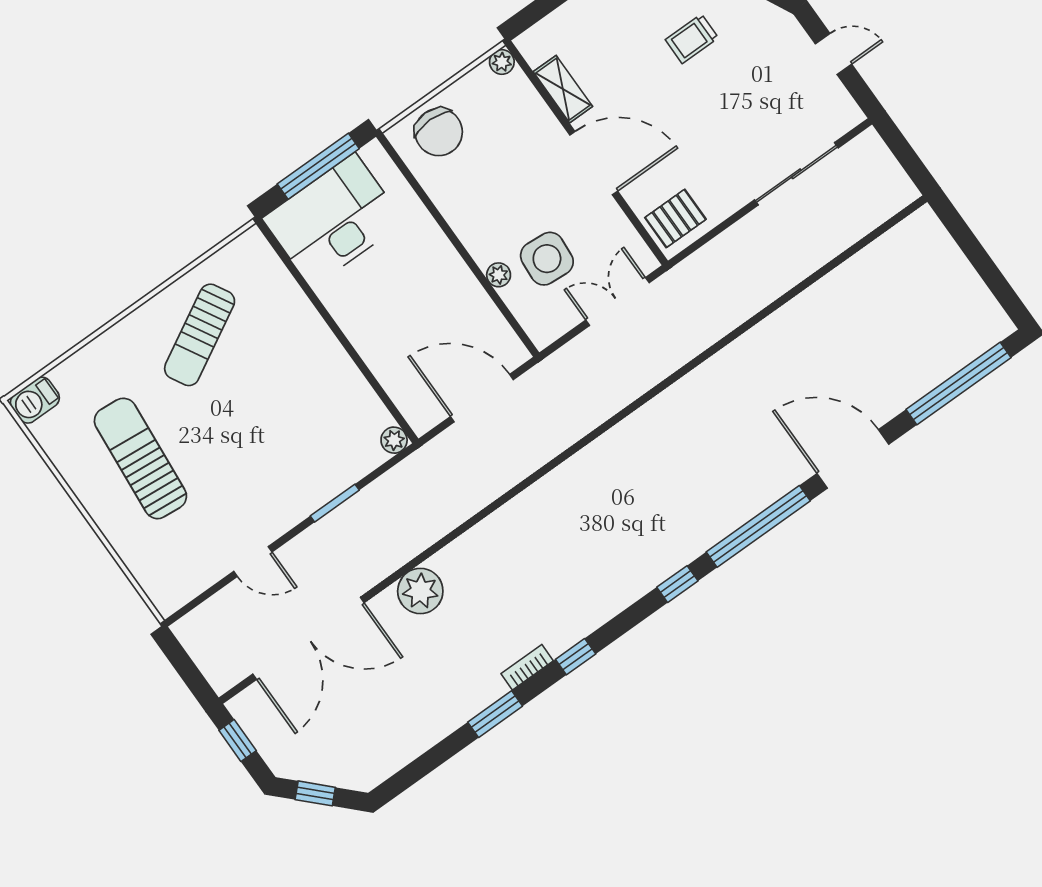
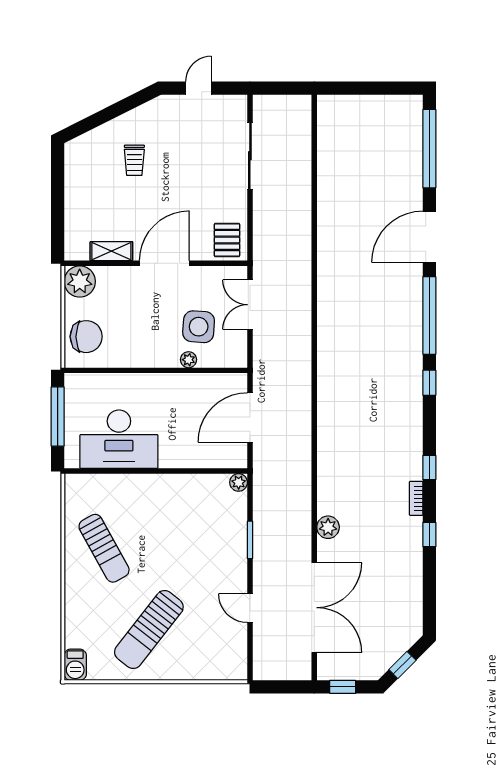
plant: (502, 62) -> (80, 281), width x1.87, depth x1.87
desk: (333, 220) -> (119, 439), moved, turned -90
sun lounger: (140, 458) -> (149, 630), turned -57
door: (253, 562) -> (250, 608), swing flipped
plant: (420, 591) -> (328, 527), width x0.73, depth x0.73
window: (495, 714) -> (429, 534), width x0.67

